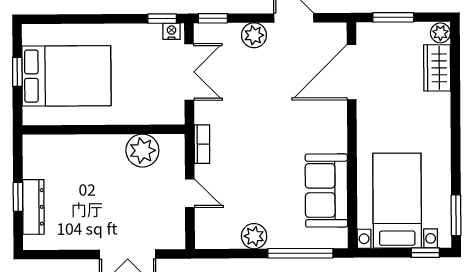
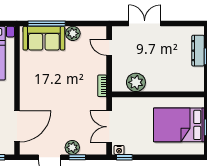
window: (213, 18) -> (77, 157), moved
sofa: (326, 190) -> (44, 38), moved, turned 90
door: (190, 193) -> (109, 47), moved

